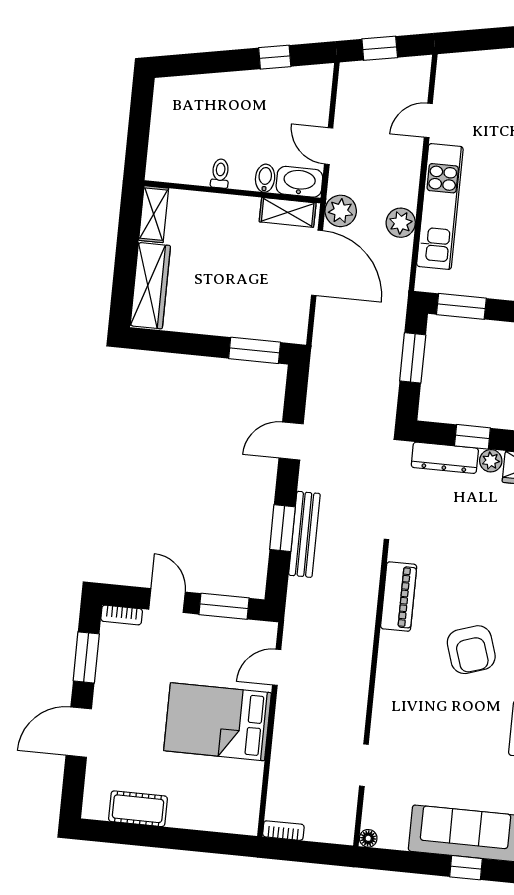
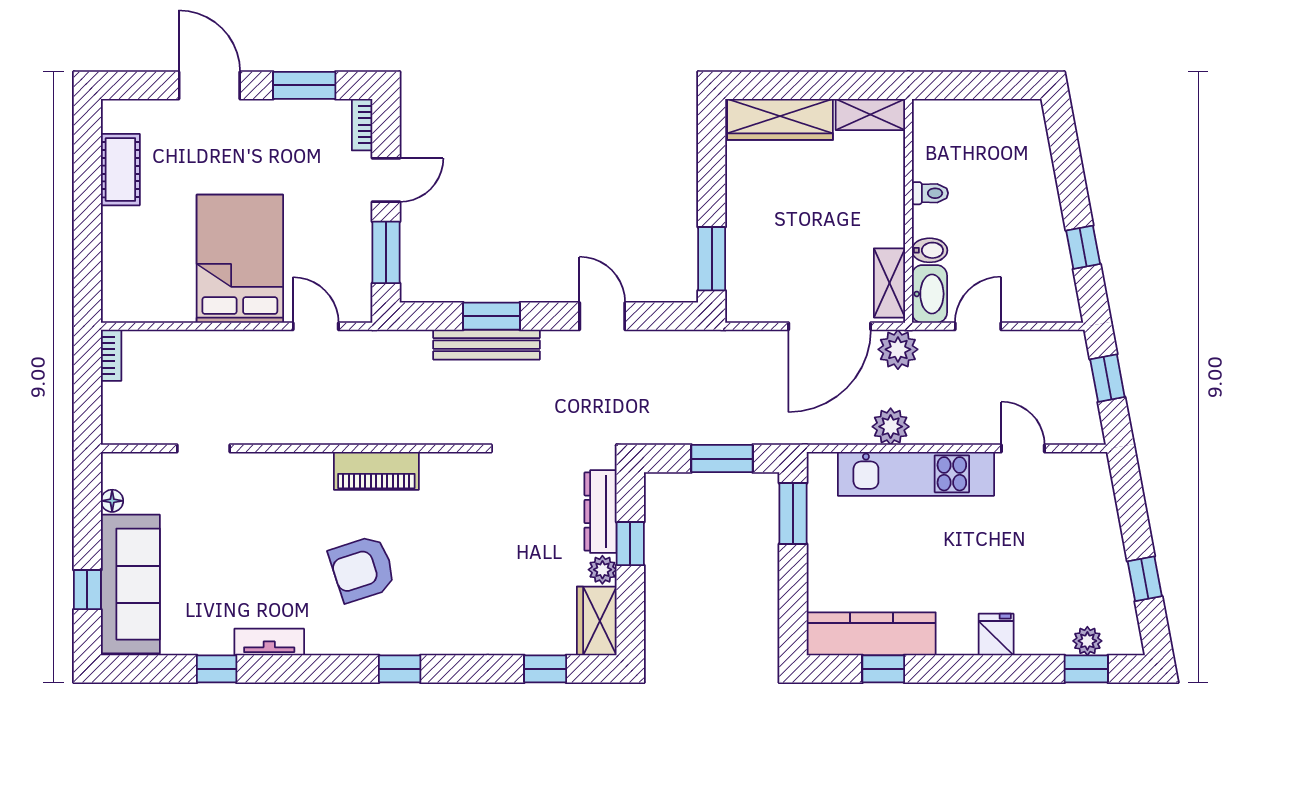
piano: (399, 597) -> (376, 471), moved
floor lamp: (368, 838) -> (112, 501), moved

